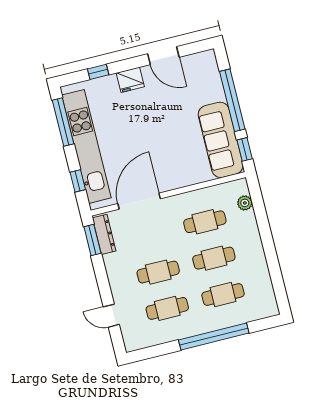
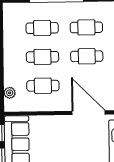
door: (139, 201) -> (89, 113), swing flipped

